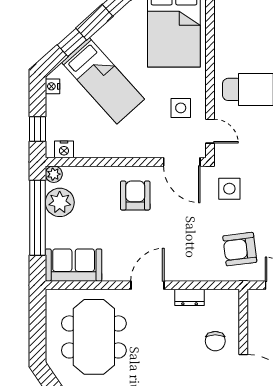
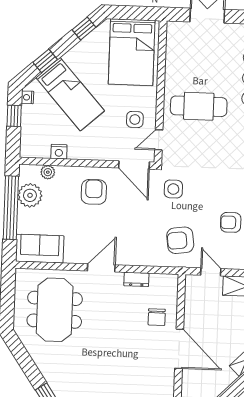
window: (38, 129) -> (14, 116), moved
door: (210, 131) -> (159, 140), swing flipped
nightstand: (64, 149) -> (59, 152), moved
plant: (54, 174) -> (48, 172), moved

